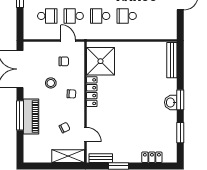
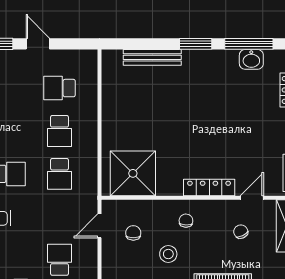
school desk: (74, 16) -> (60, 88), moved, turned 90
bench: (172, 60) -> (152, 57), moved
locker: (92, 92) -> (209, 187), moved
washbasin: (171, 102) -> (251, 59), moved
window: (180, 133) -> (249, 44), width x1.44

